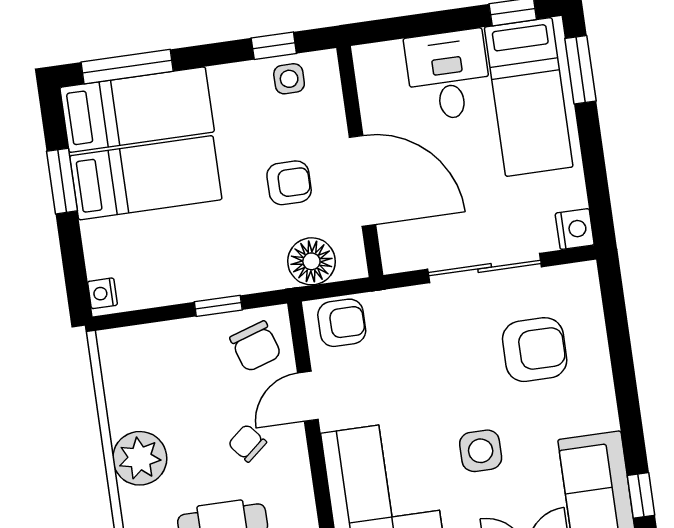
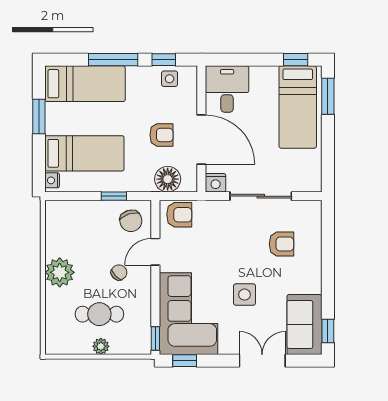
window: (127, 67) -> (113, 60), moved
desk: (448, 75) -> (227, 89), moved
bed: (146, 178) -> (84, 153), moved
nightstand: (575, 229) -> (216, 183), moved, turned 90
armchair: (535, 350) -> (281, 244), width x0.72, depth x0.72
chair: (247, 443) -> (119, 272), turned 85

